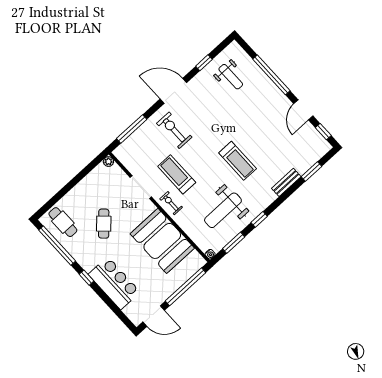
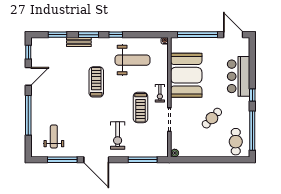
window: (204, 63) -> (62, 160), width x2.17
window: (234, 243) -> (89, 35), moved

